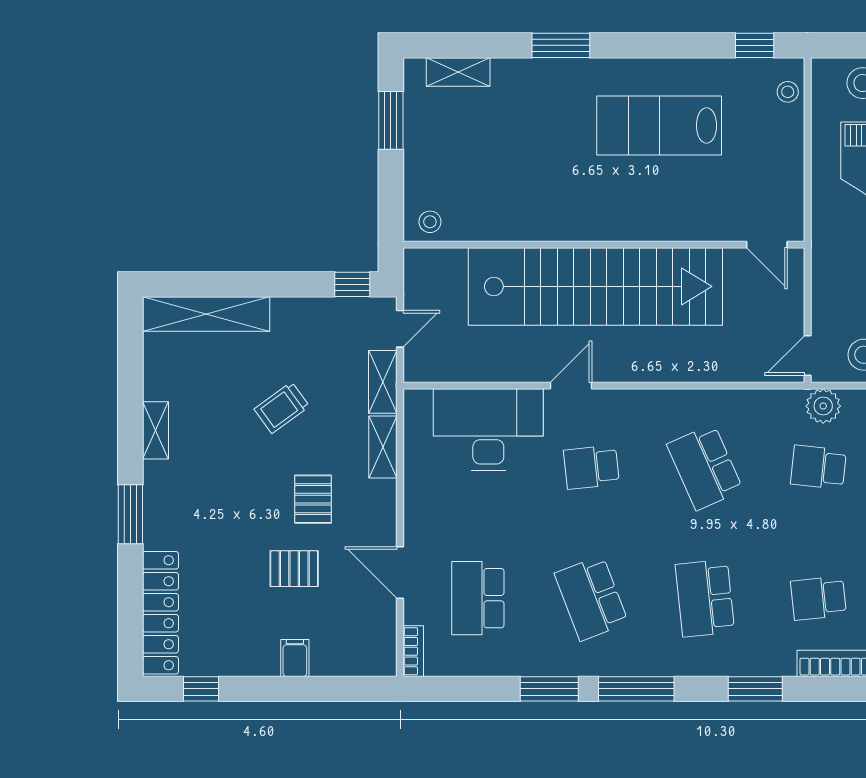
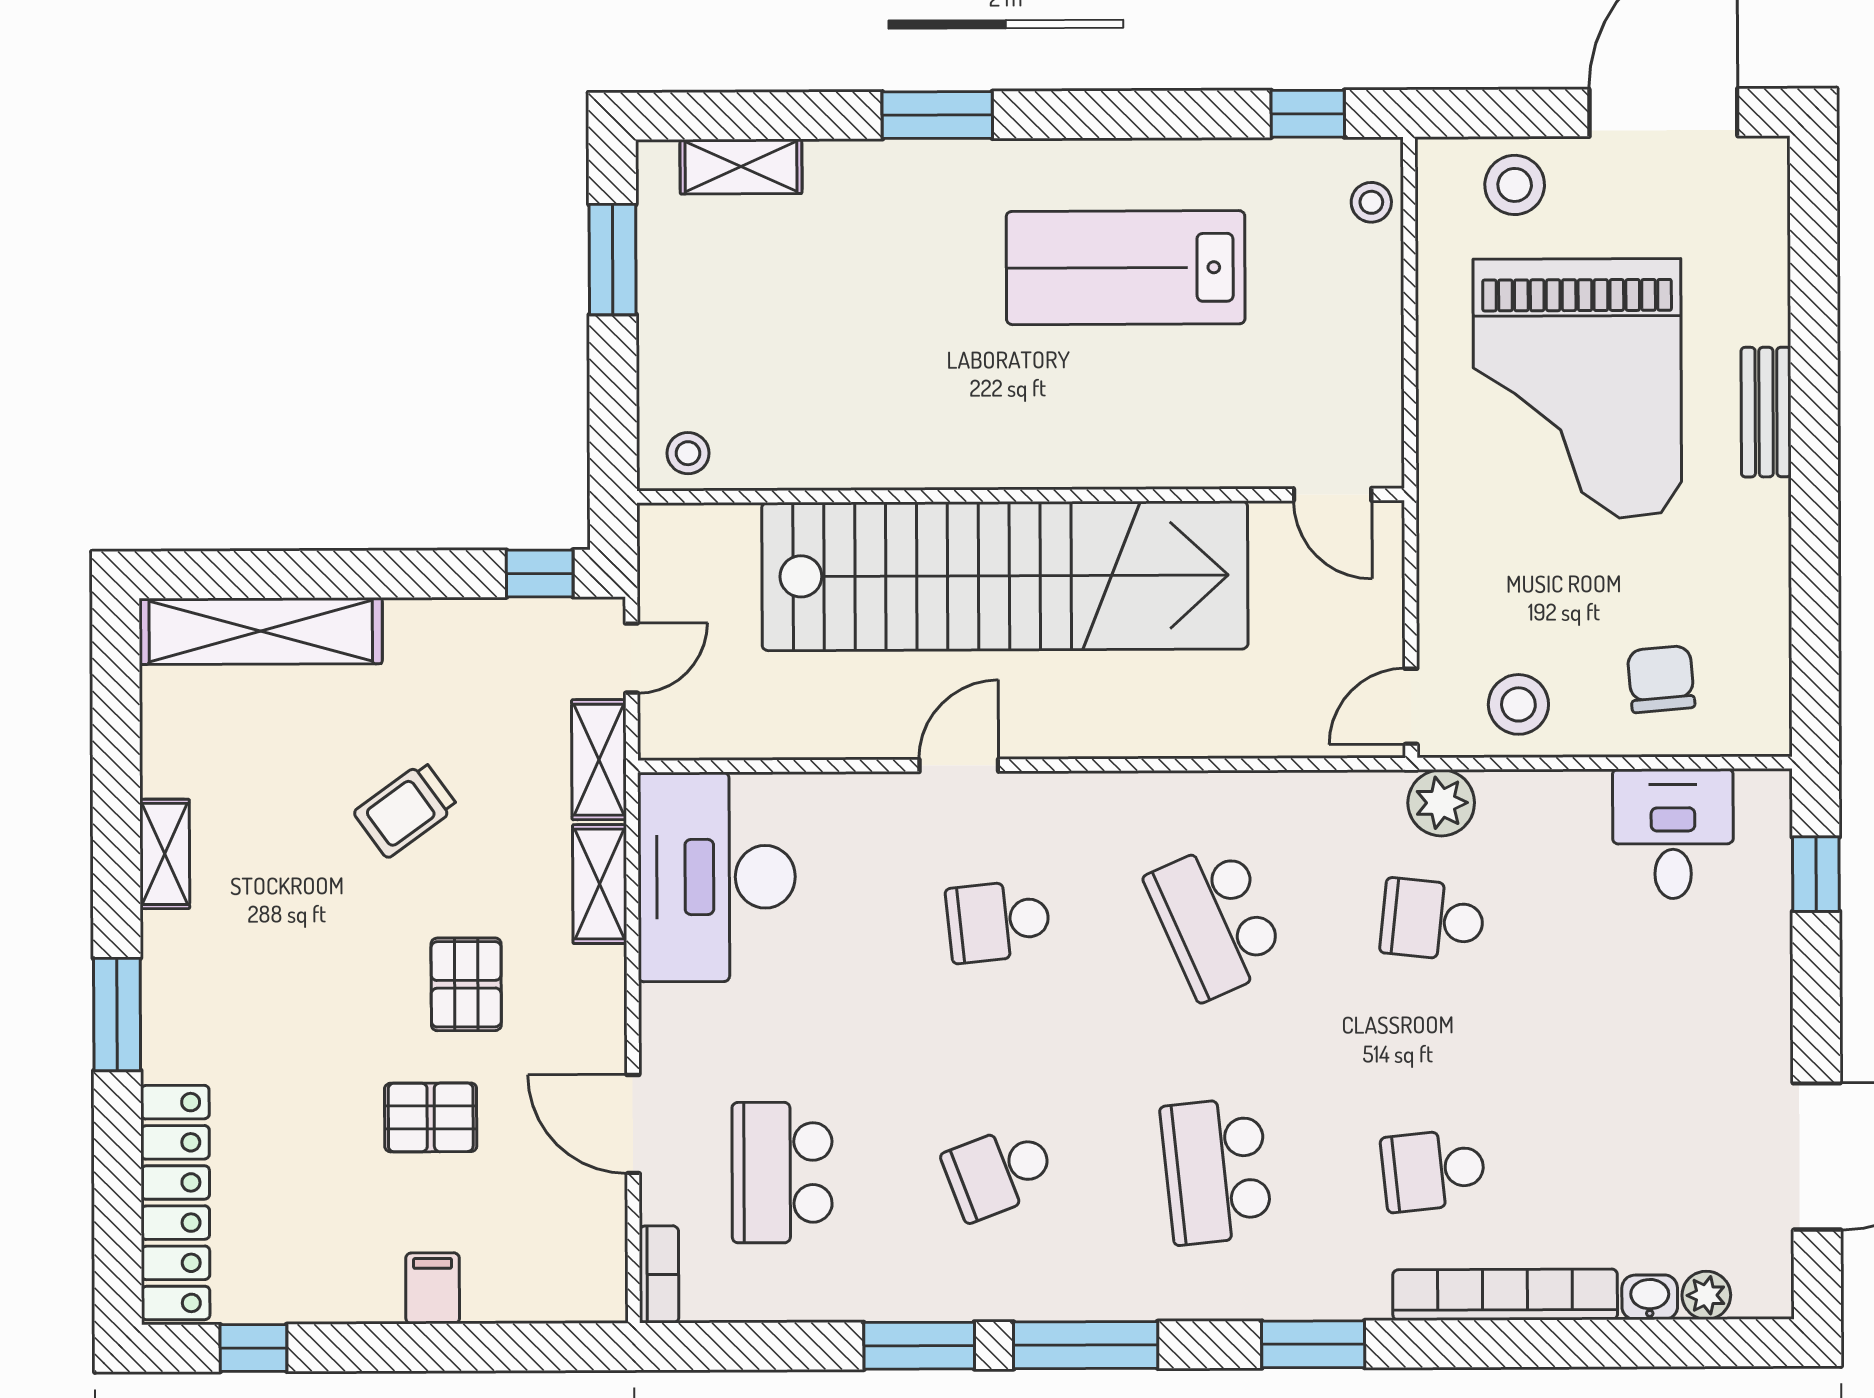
desk: (488, 430) -> (717, 877), moved, turned -90
school desk: (591, 598) -> (999, 1172), width x0.54

